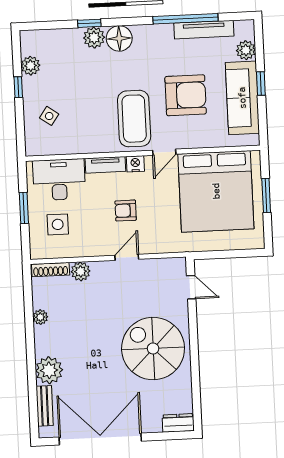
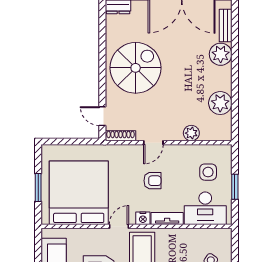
shoe rack: (51, 270) -> (121, 136), moved
plant: (40, 317) -> (220, 103), width x1.87, depth x1.87
spiral stairs: (153, 349) -> (136, 68), turned -90

